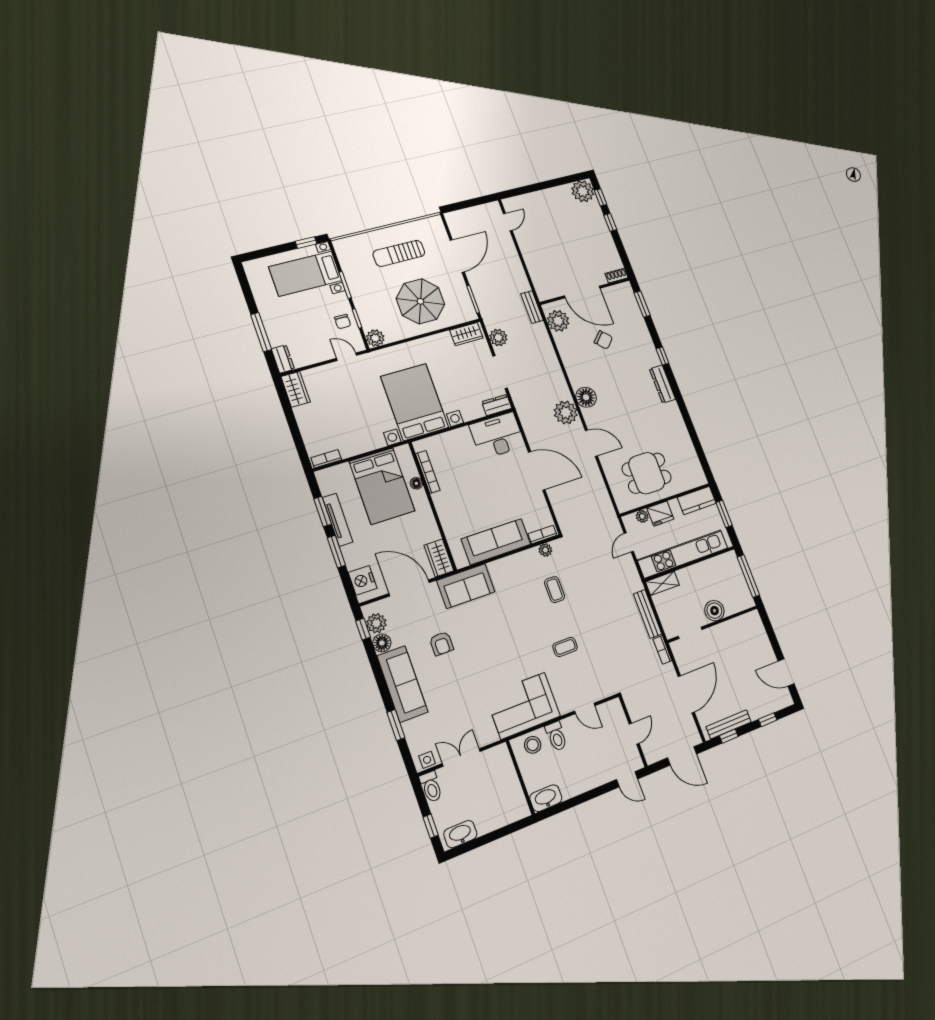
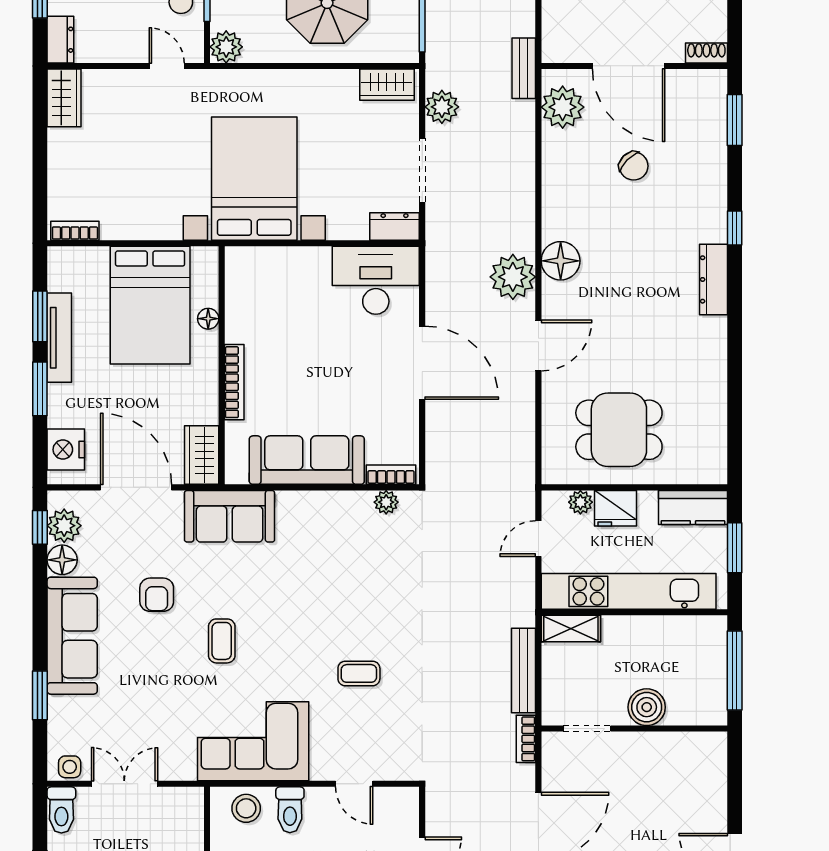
door: (591, 443) -> (538, 345), hinge flipped
bookcase: (428, 472) -> (234, 382), moved
coffee table: (555, 590) -> (222, 641), moved

